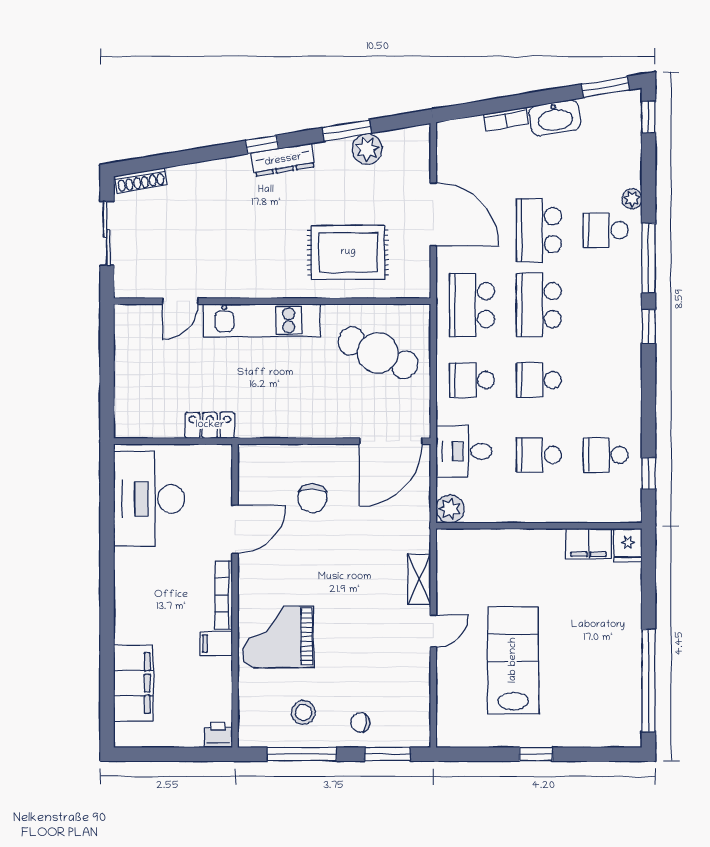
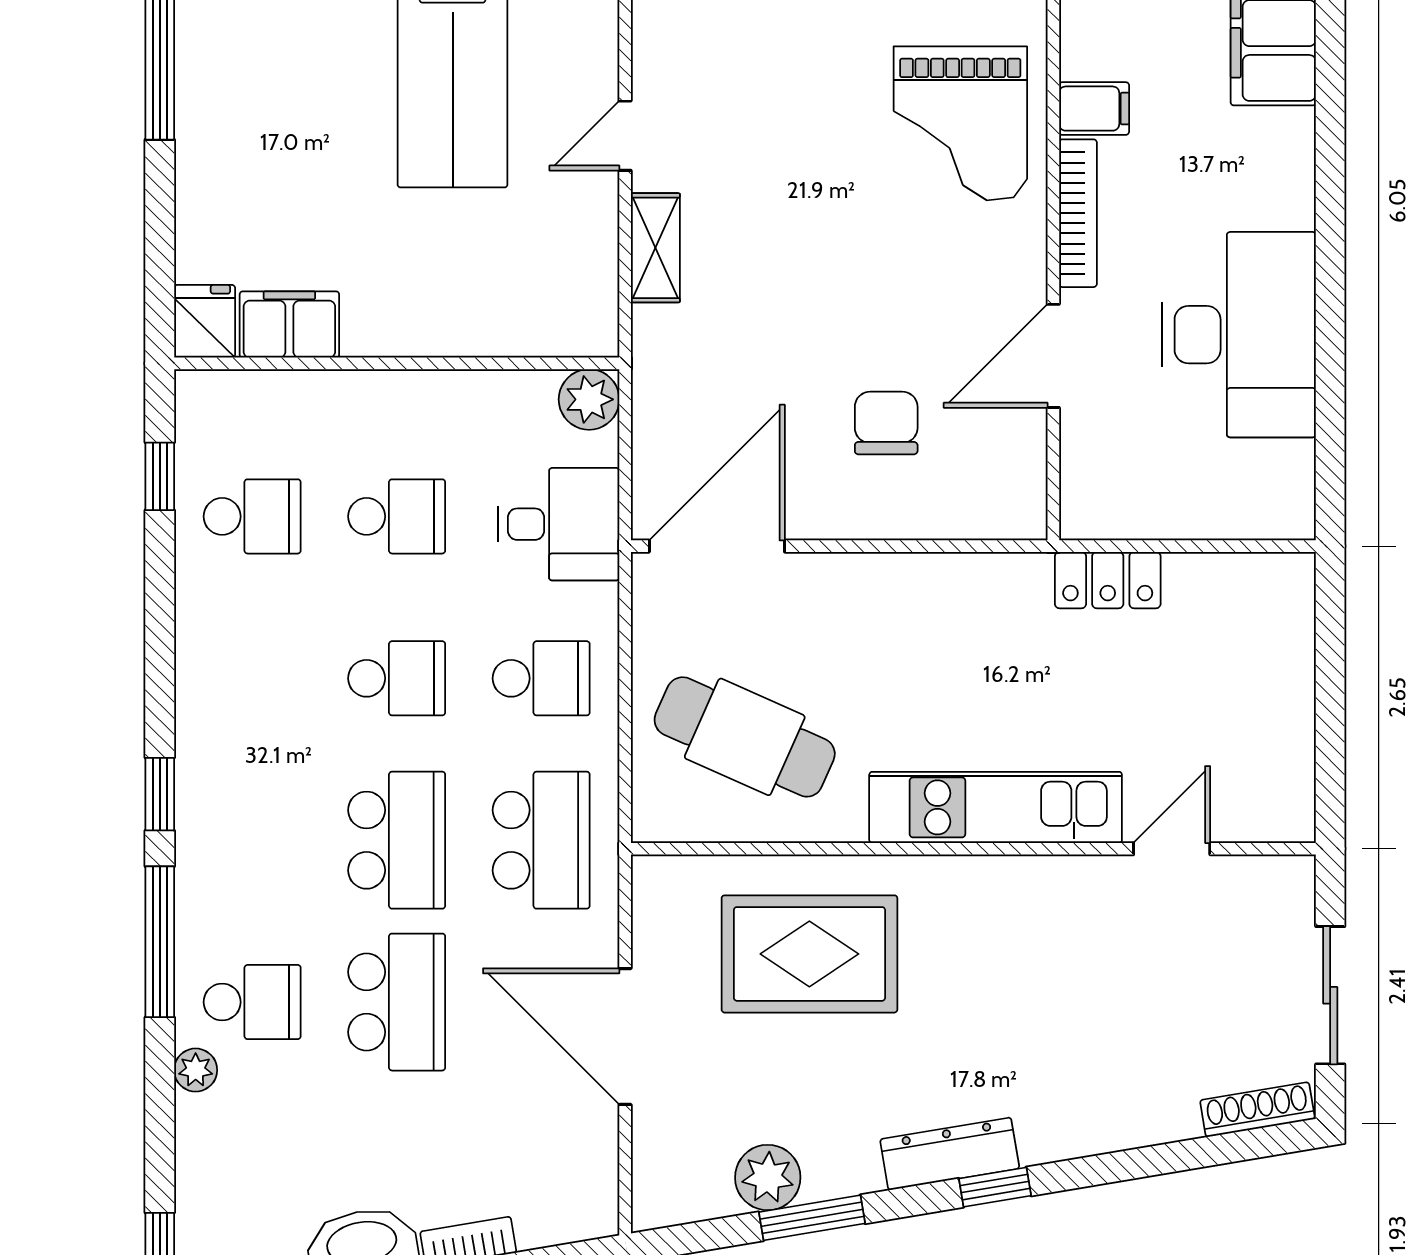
desk: (149, 499) -> (1239, 335), moved
grand piano: (278, 637) -> (960, 123), turned 90

